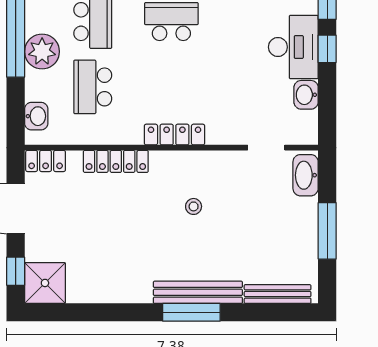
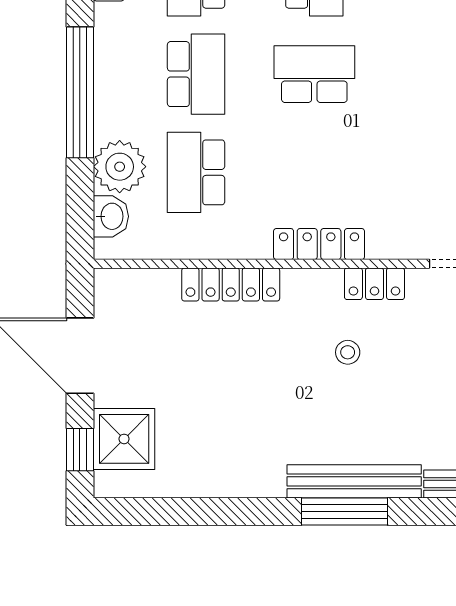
plant: (42, 52) -> (120, 167), moved
locker: (46, 161) -> (374, 284), moved
shower: (45, 283) -> (124, 439), moved

